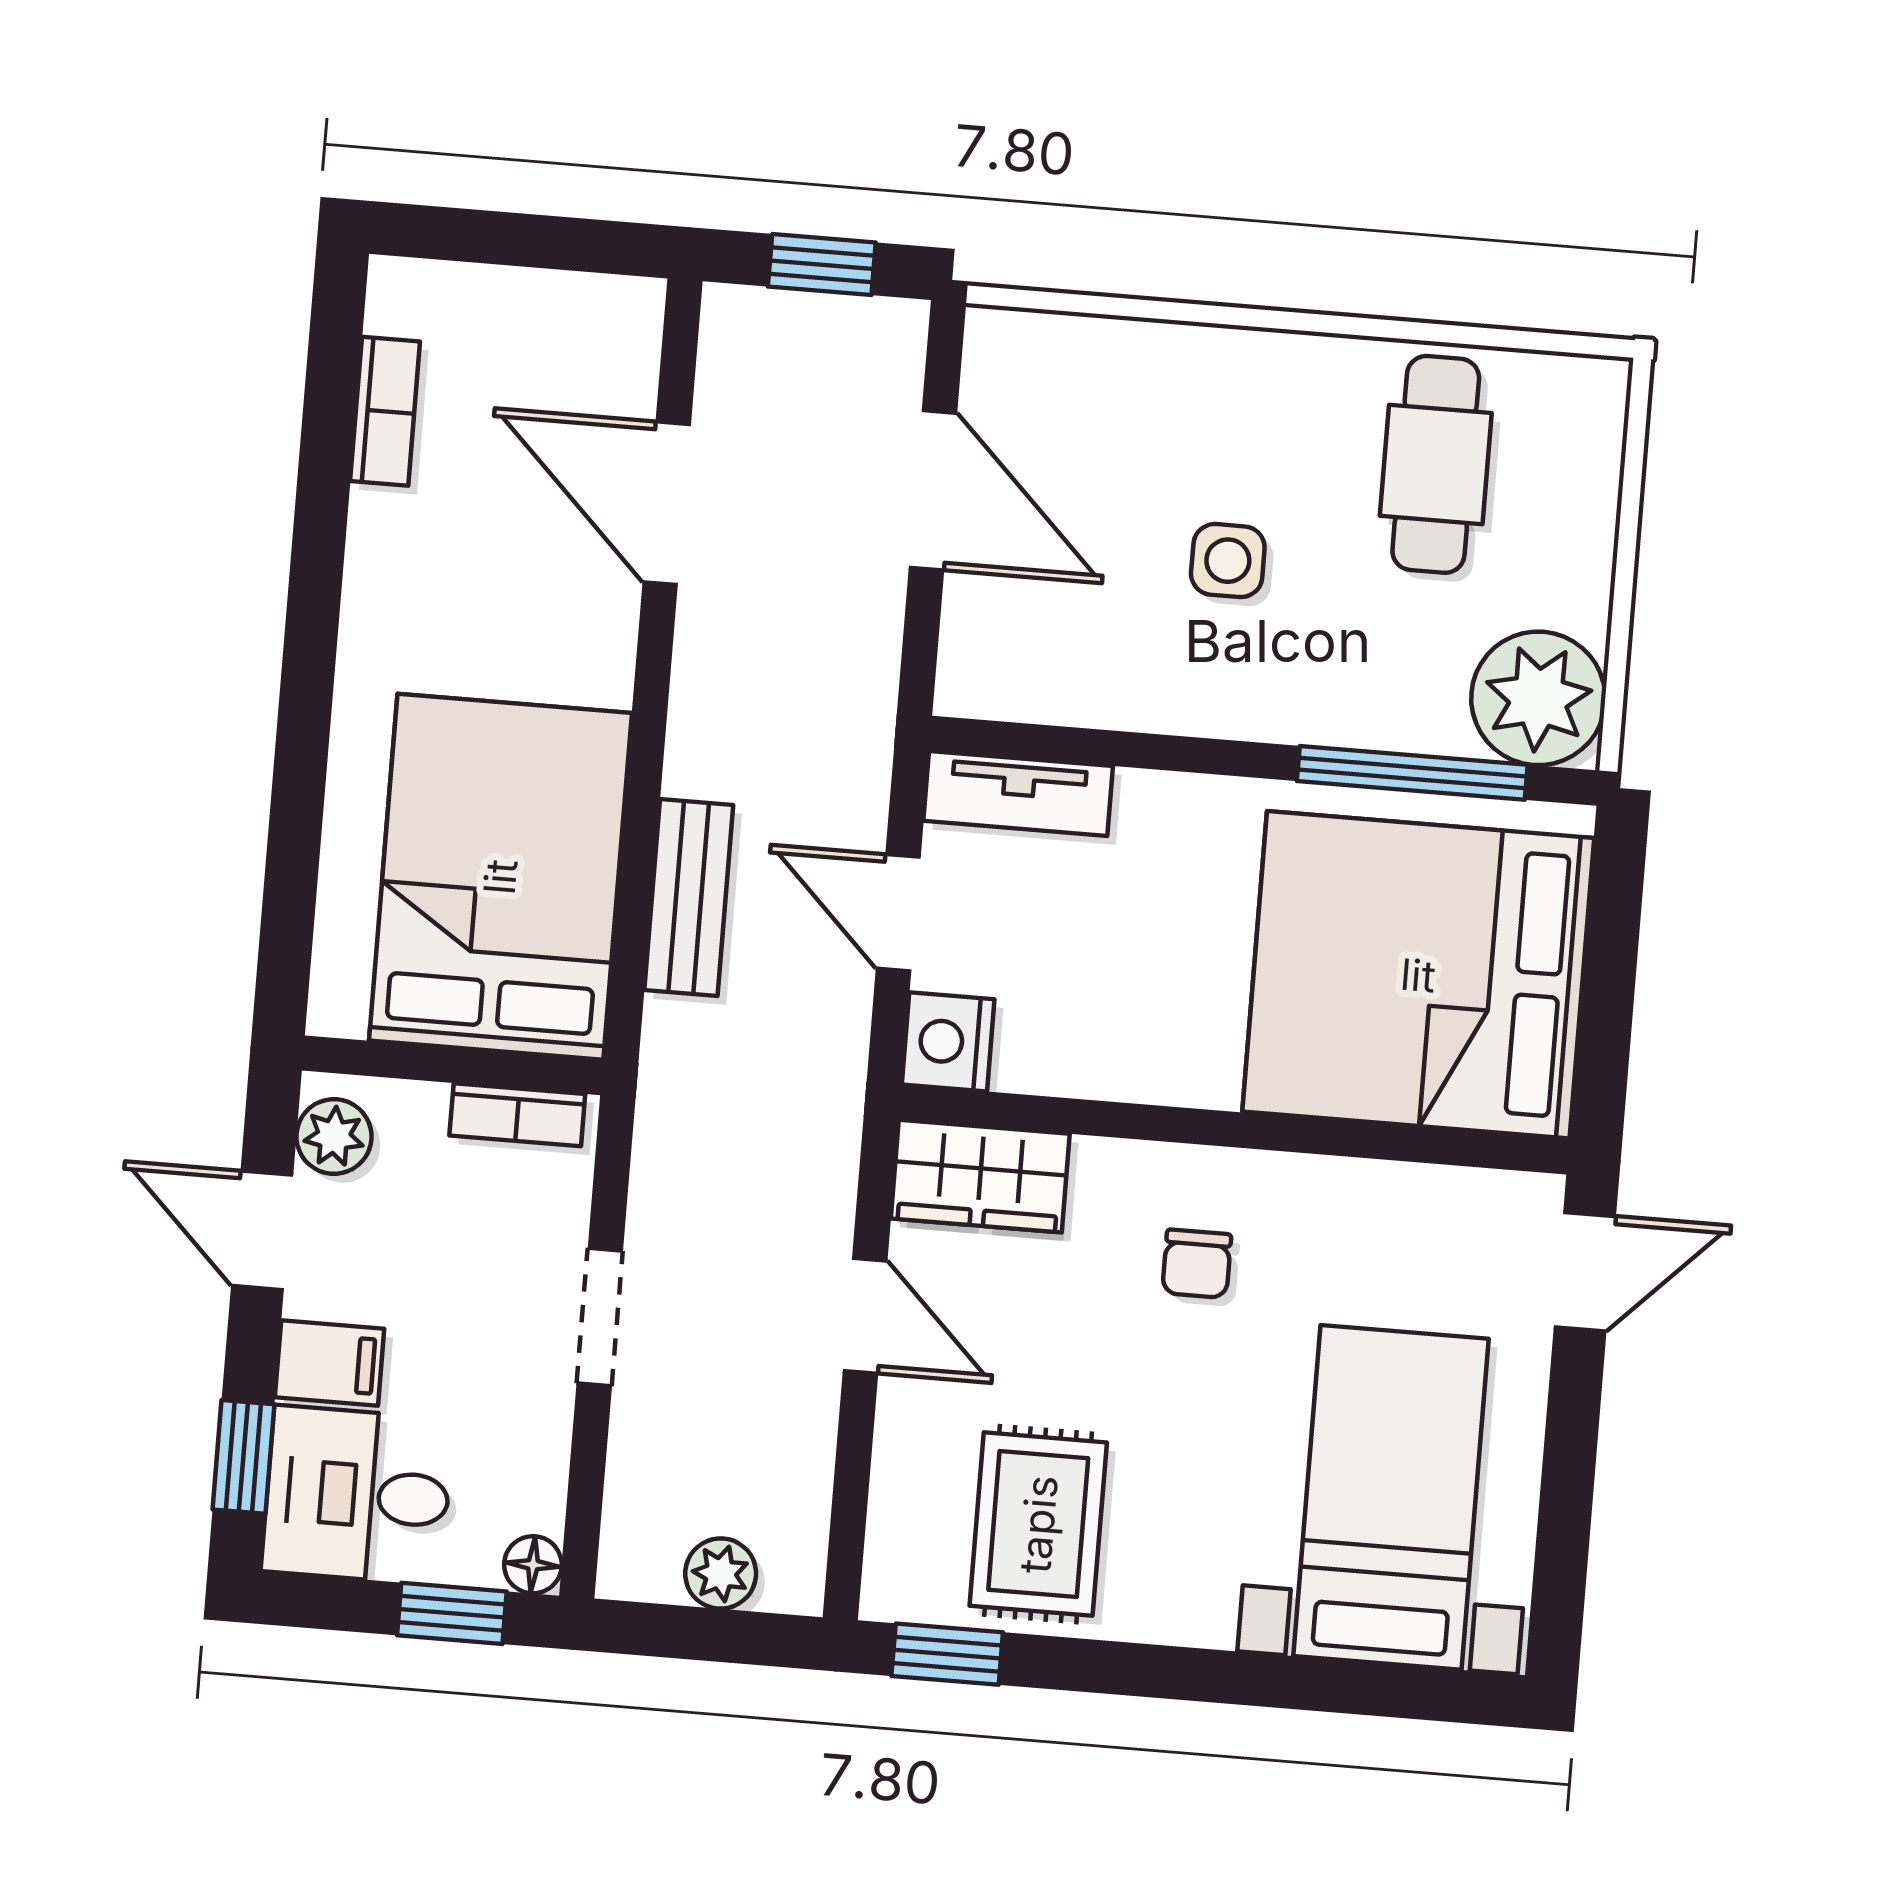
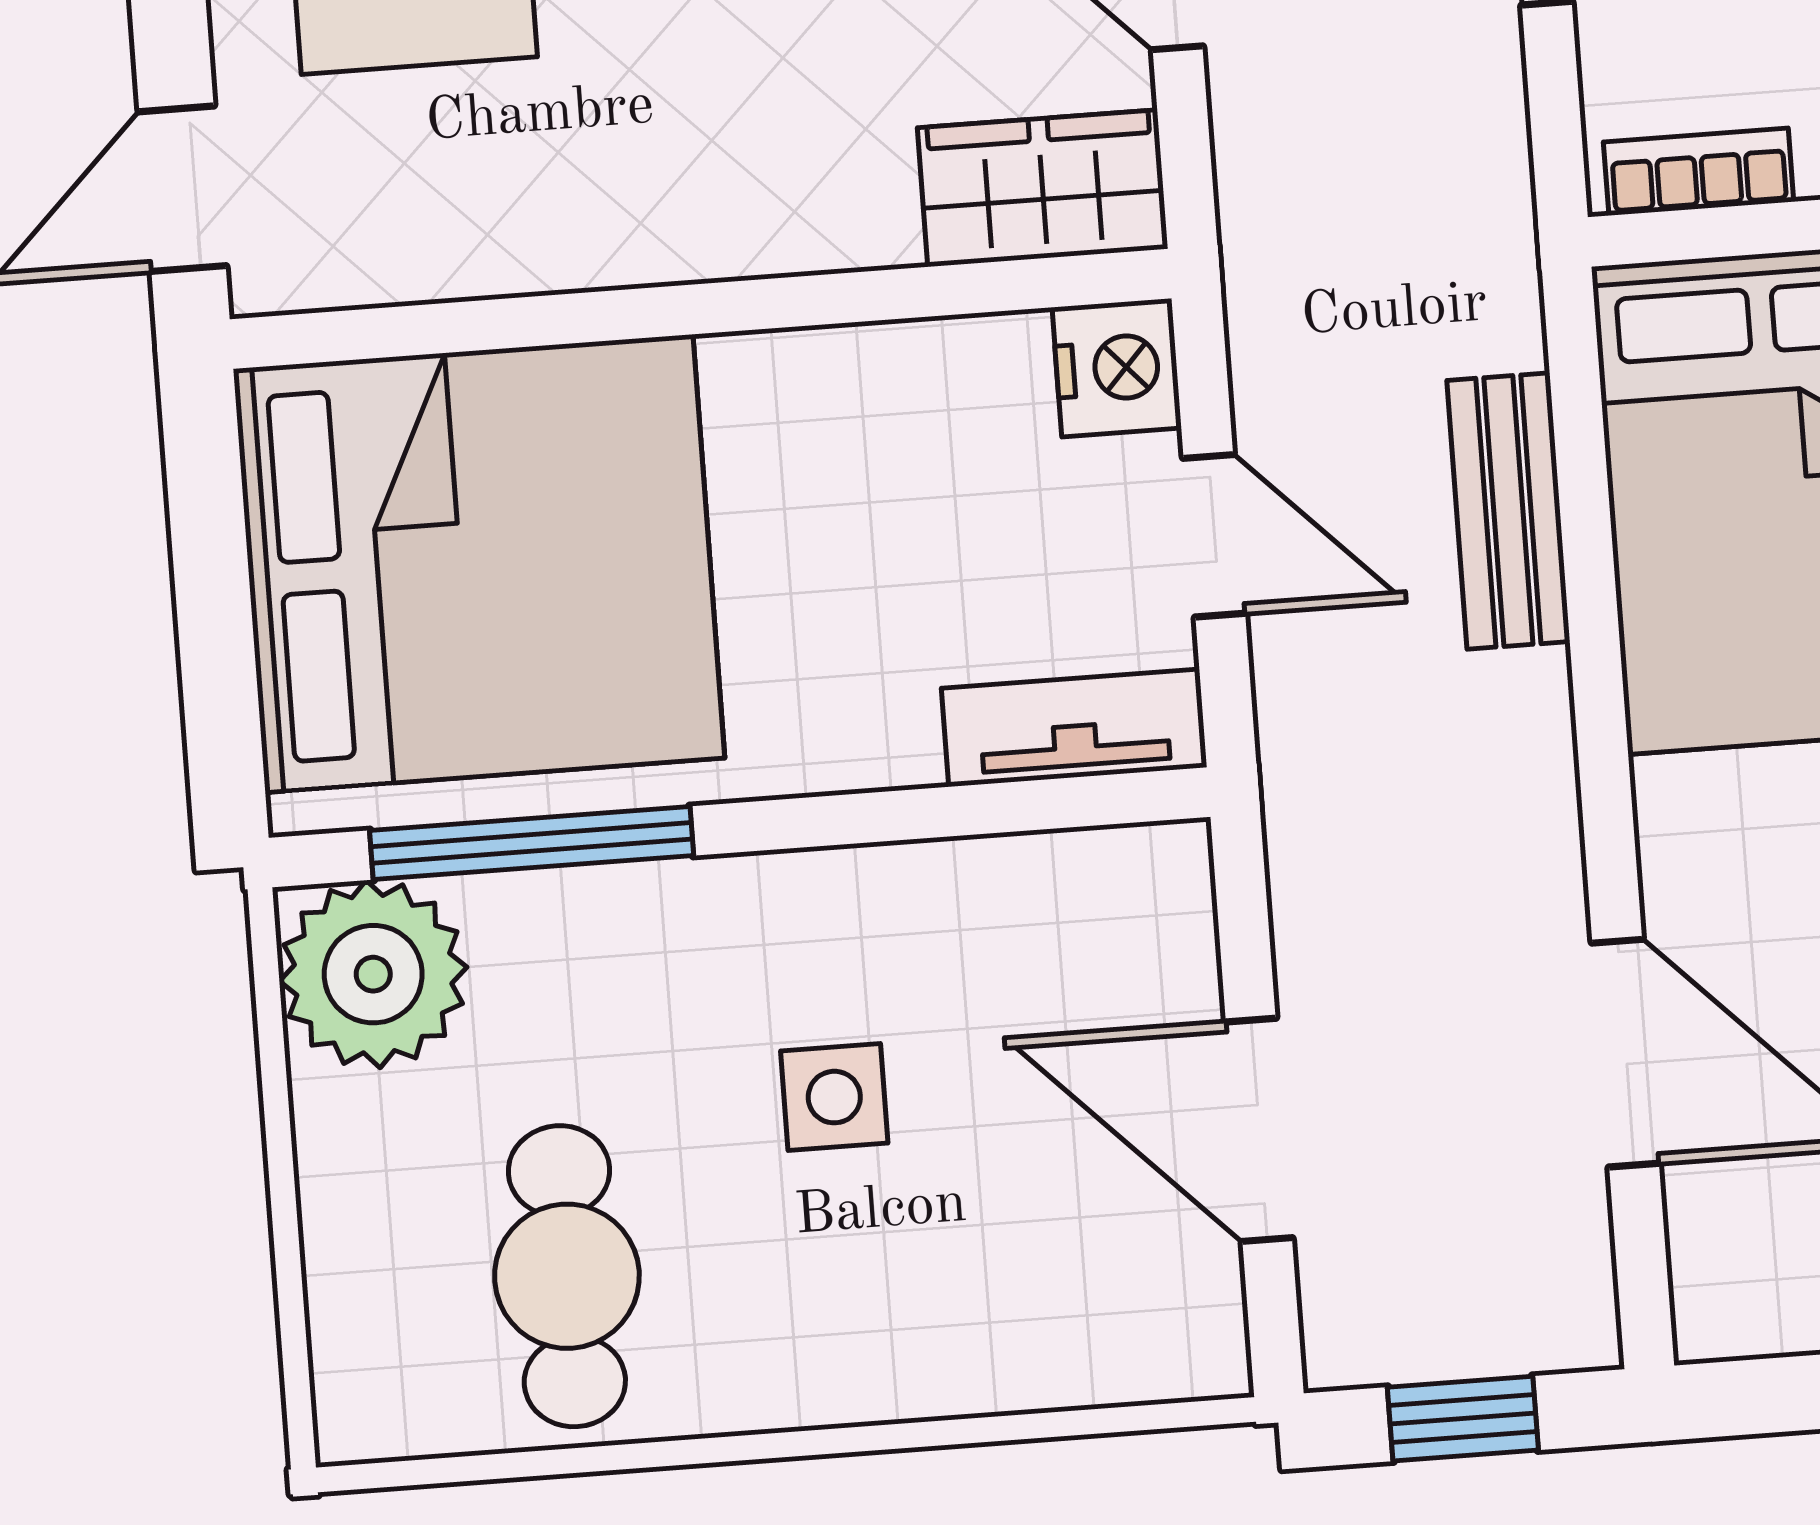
chair: (1197, 1264) -> (723, 114), removed

